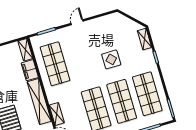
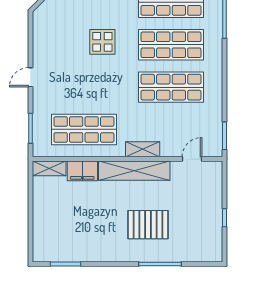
door: (77, 22) -> (30, 77), hinge flipped
shelving: (57, 114) -> (143, 149), moved

